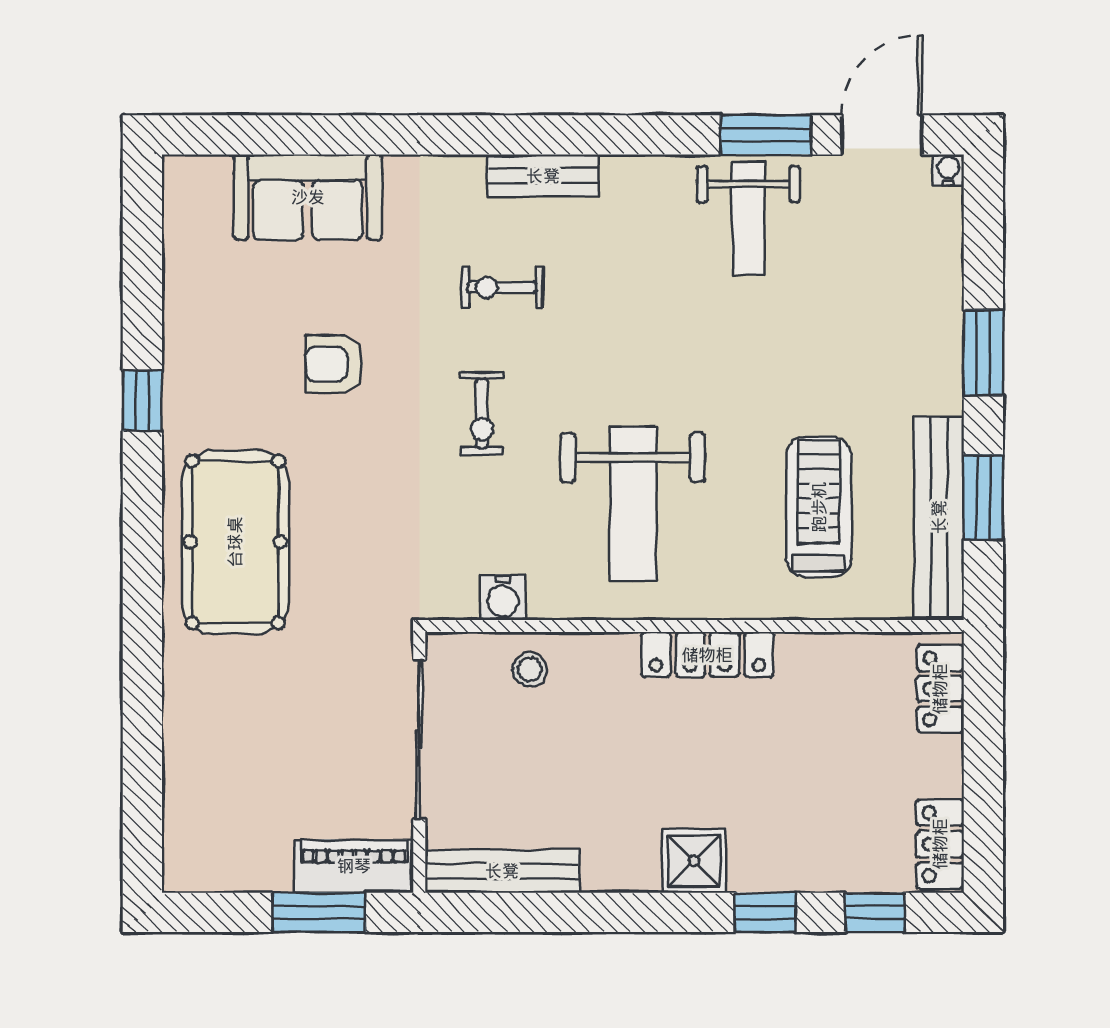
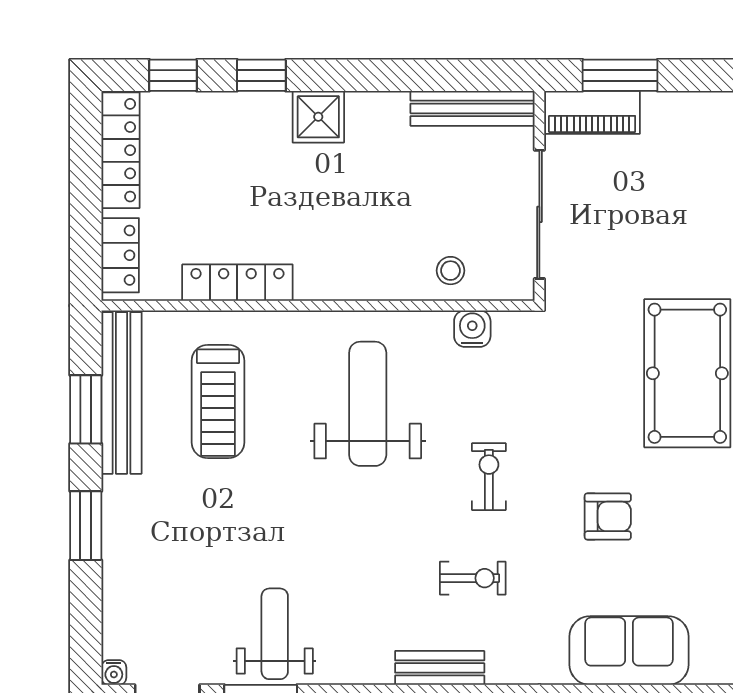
locker: (707, 655) -> (237, 283), moved
locker: (940, 844) -> (121, 150), width x1.53

